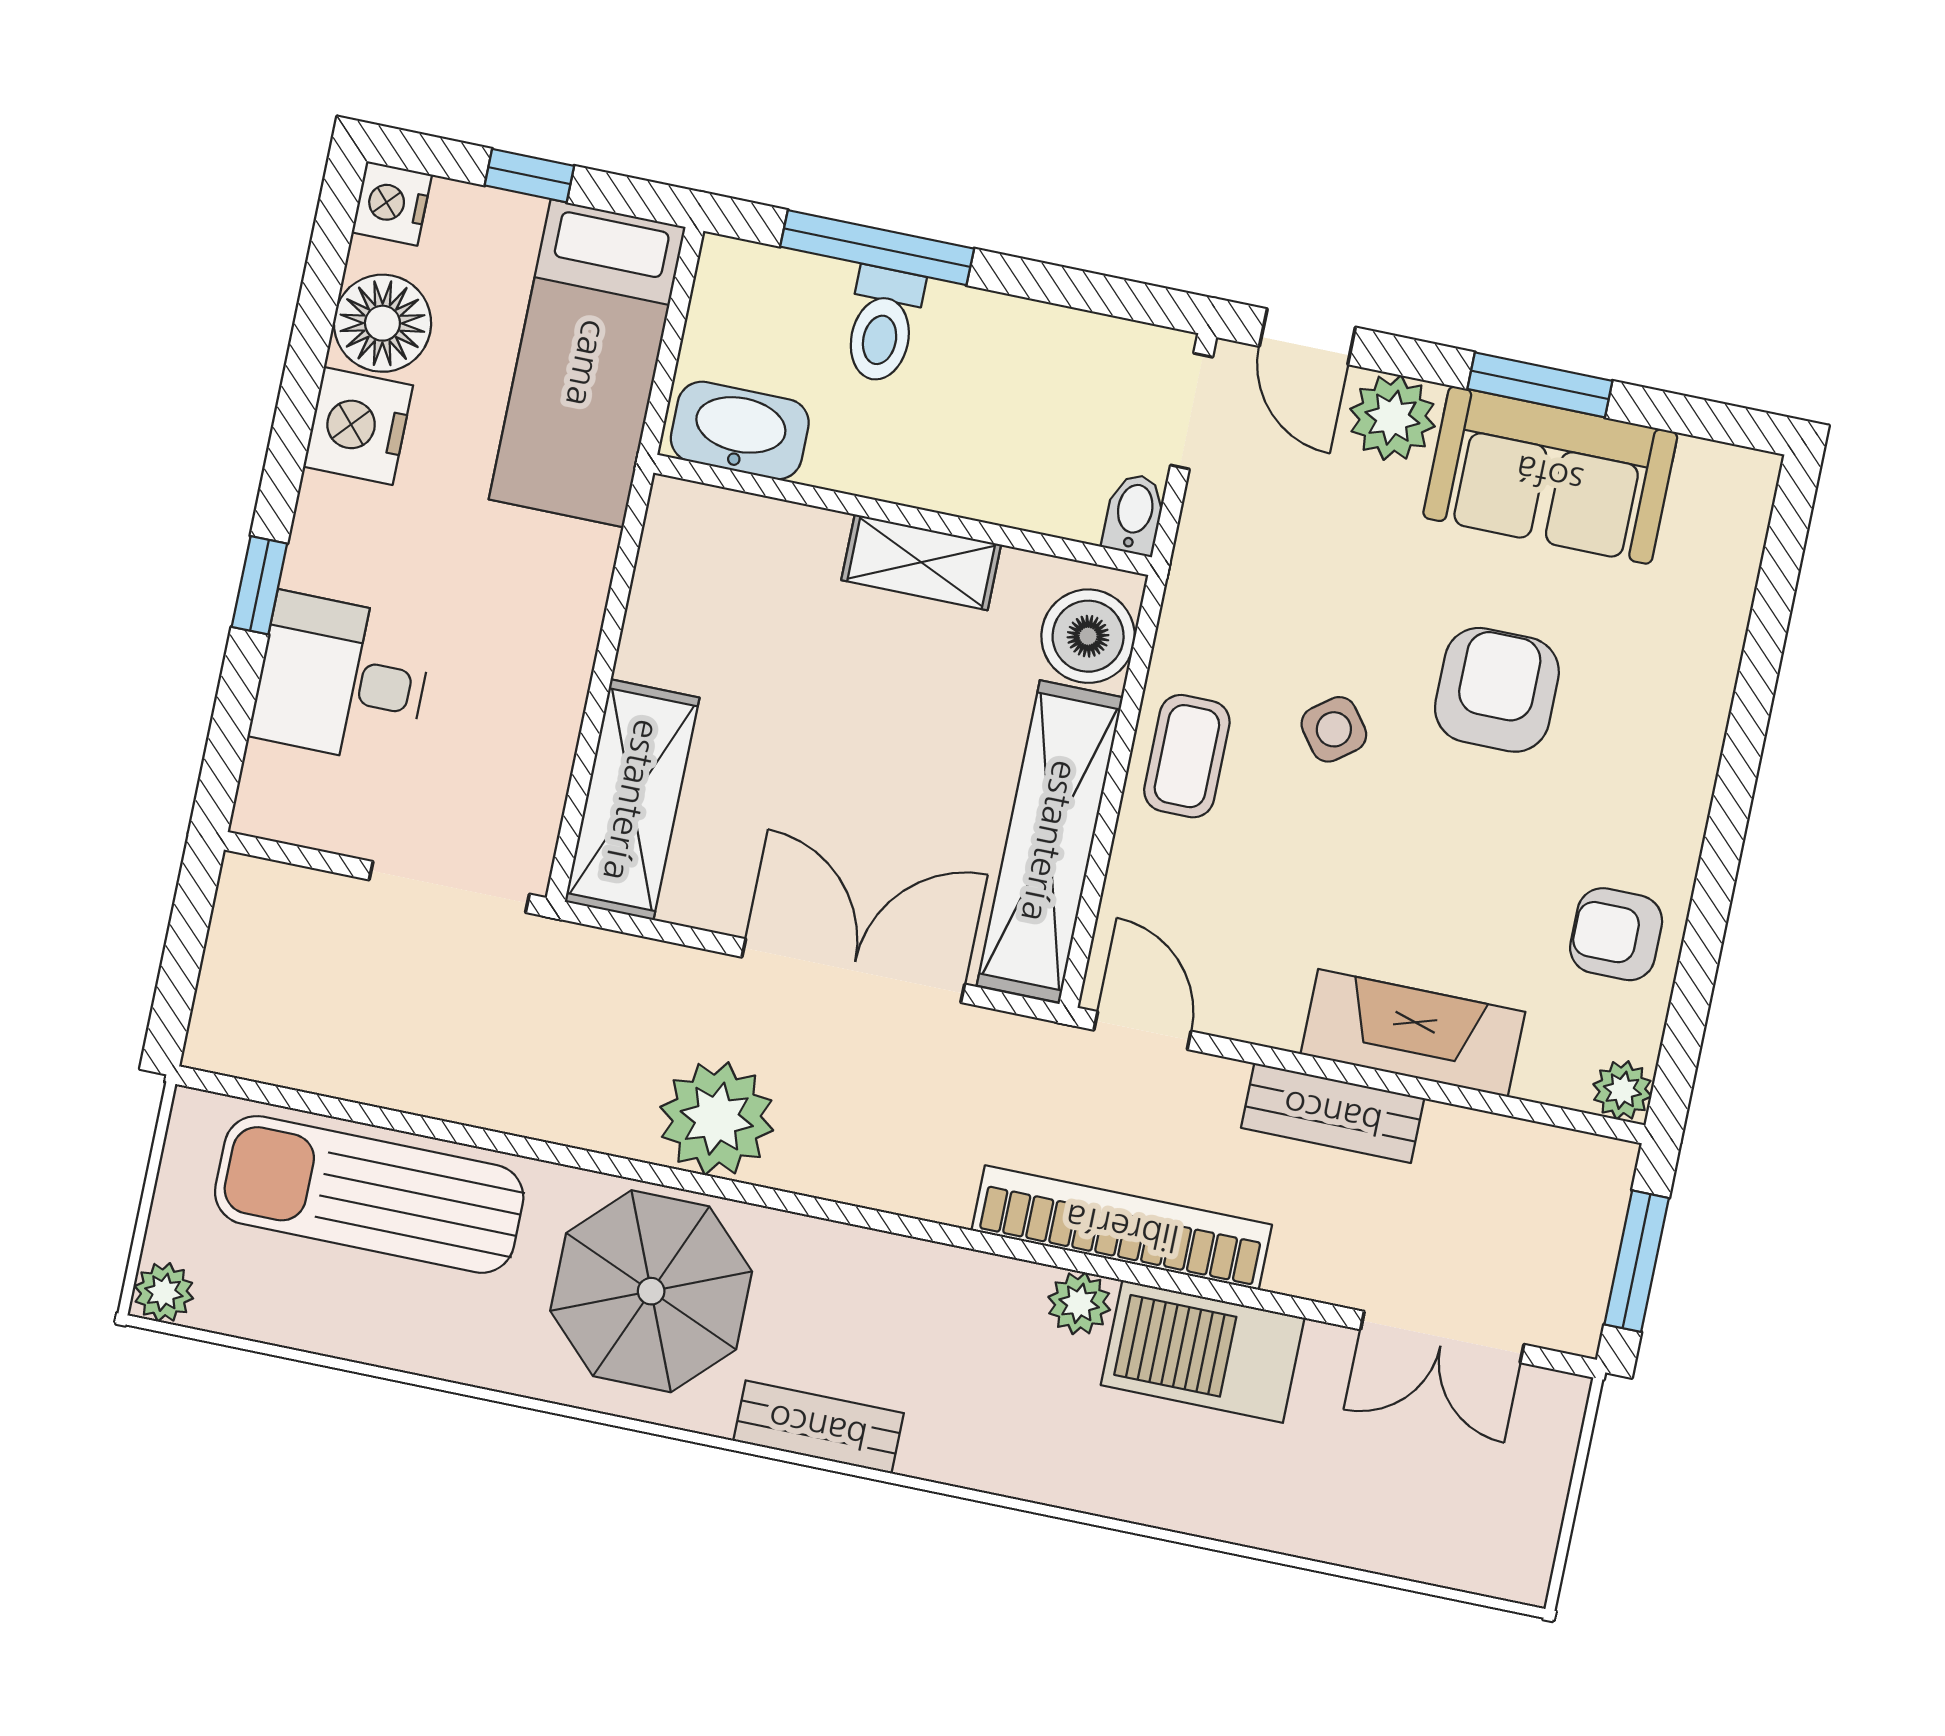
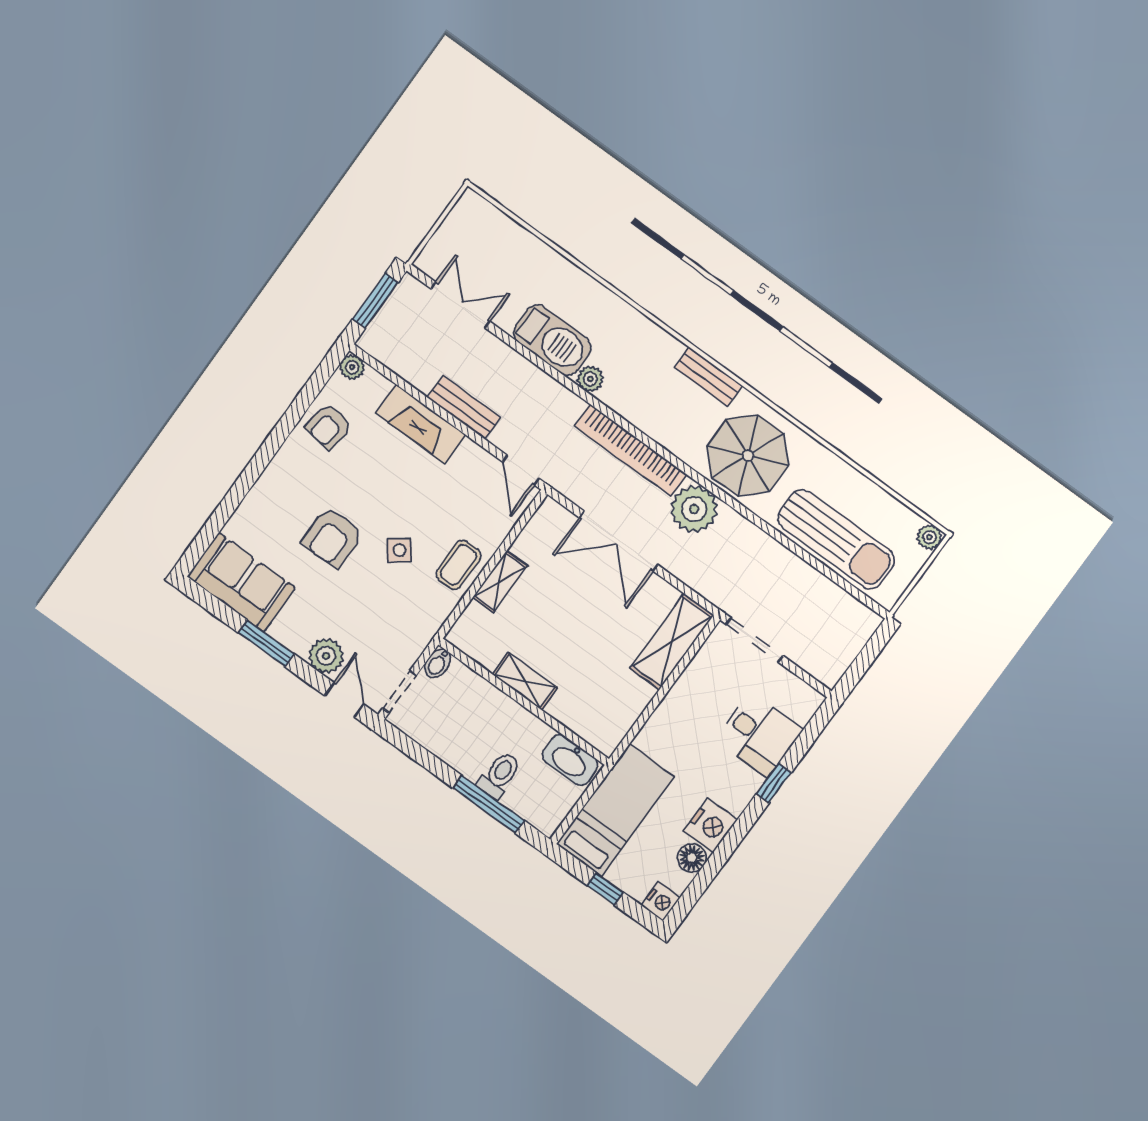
floor lamp: (382, 323) -> (692, 858), width x0.73, depth x0.73
sofa: (1550, 475) -> (241, 582), moved
boiler: (1088, 636) -> (475, 626), removed
shelving: (1050, 841) -> (500, 582), width x0.45, depth x0.75
armchair: (1616, 934) -> (329, 427), turned 98
bookcase: (1122, 1228) -> (631, 450), moved

